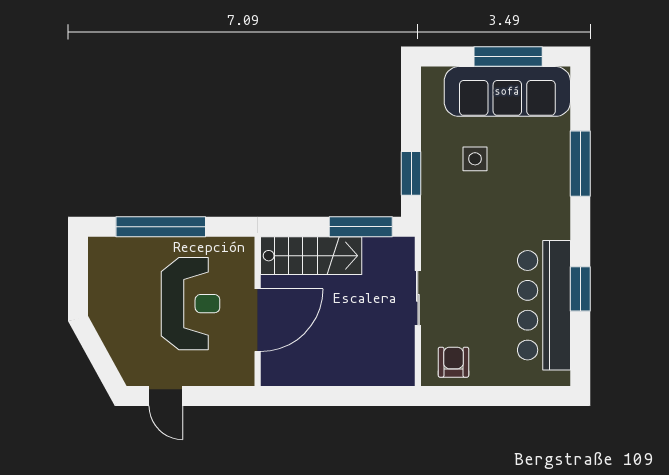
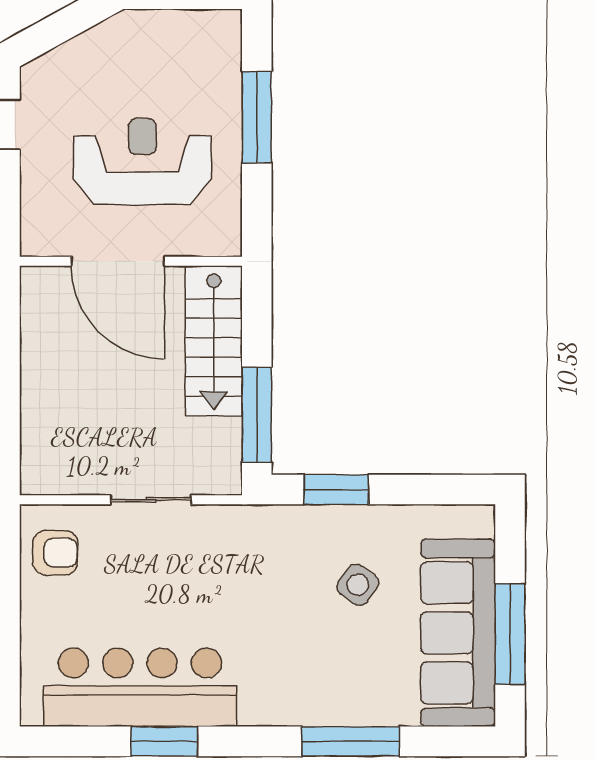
side table: (475, 159) -> (358, 585), turned 36
window: (161, 227) -> (257, 117), width x0.68
reception desk: (191, 304) -> (142, 162), turned 180

